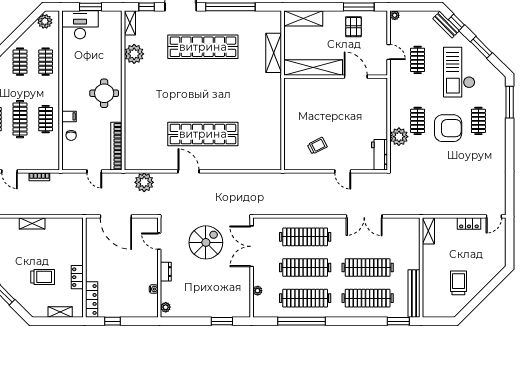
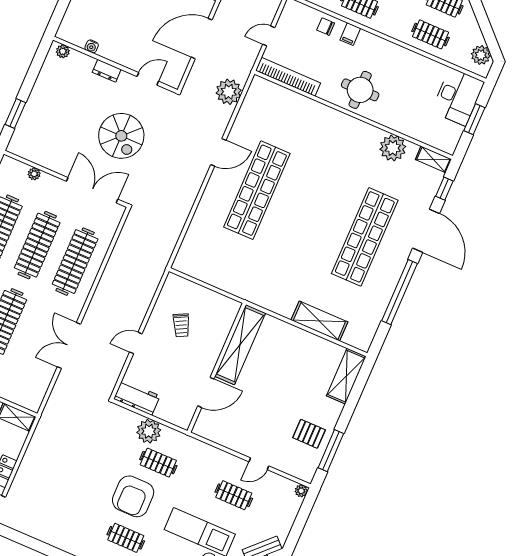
shelving: (313, 67) -> (240, 345), moved
wall: (336, 77) -> (217, 368), moved
door: (356, 77) -> (206, 392), moved

